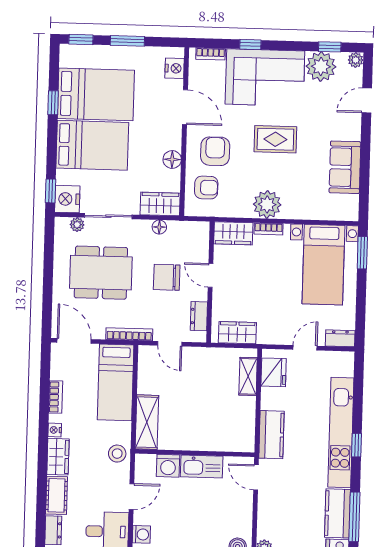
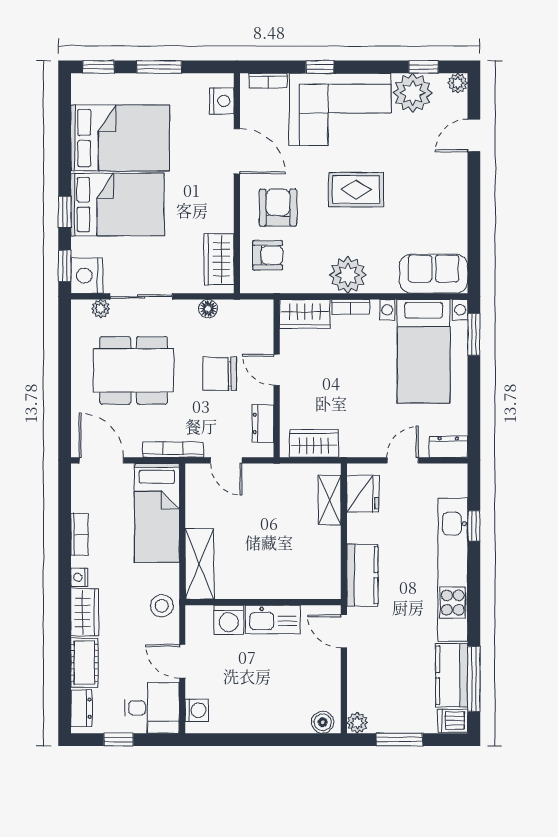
window: (53, 103) -> (65, 212), moved
floor lamp: (172, 159) -> (222, 220), removed
sofa: (345, 167) -> (434, 274), moved, turned 90
wardrobe: (160, 204) -> (219, 259), moved, turned -90
window: (357, 445) -> (474, 526), moved
door: (132, 497) -> (182, 661), swing flipped

